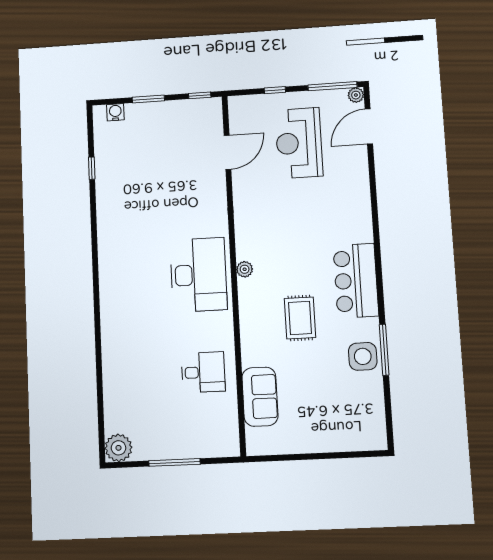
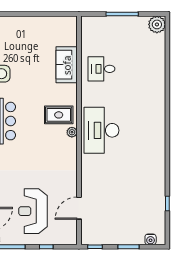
reception desk: (299, 143) -> (33, 211), turned 180
rug: (300, 318) -> (59, 115), moved, turned 90
sofa: (260, 397) -> (67, 65), moved

